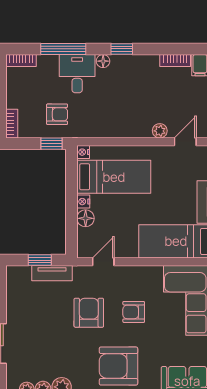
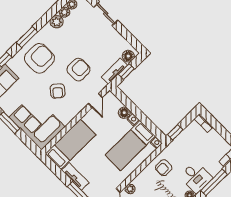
armchair: (57, 114) -> (164, 168), moved
floor lamp: (21, 274) -> (128, 56), added
armchair: (134, 312) -> (58, 91), turned 130
armchair: (89, 313) -> (78, 70), turned -90

